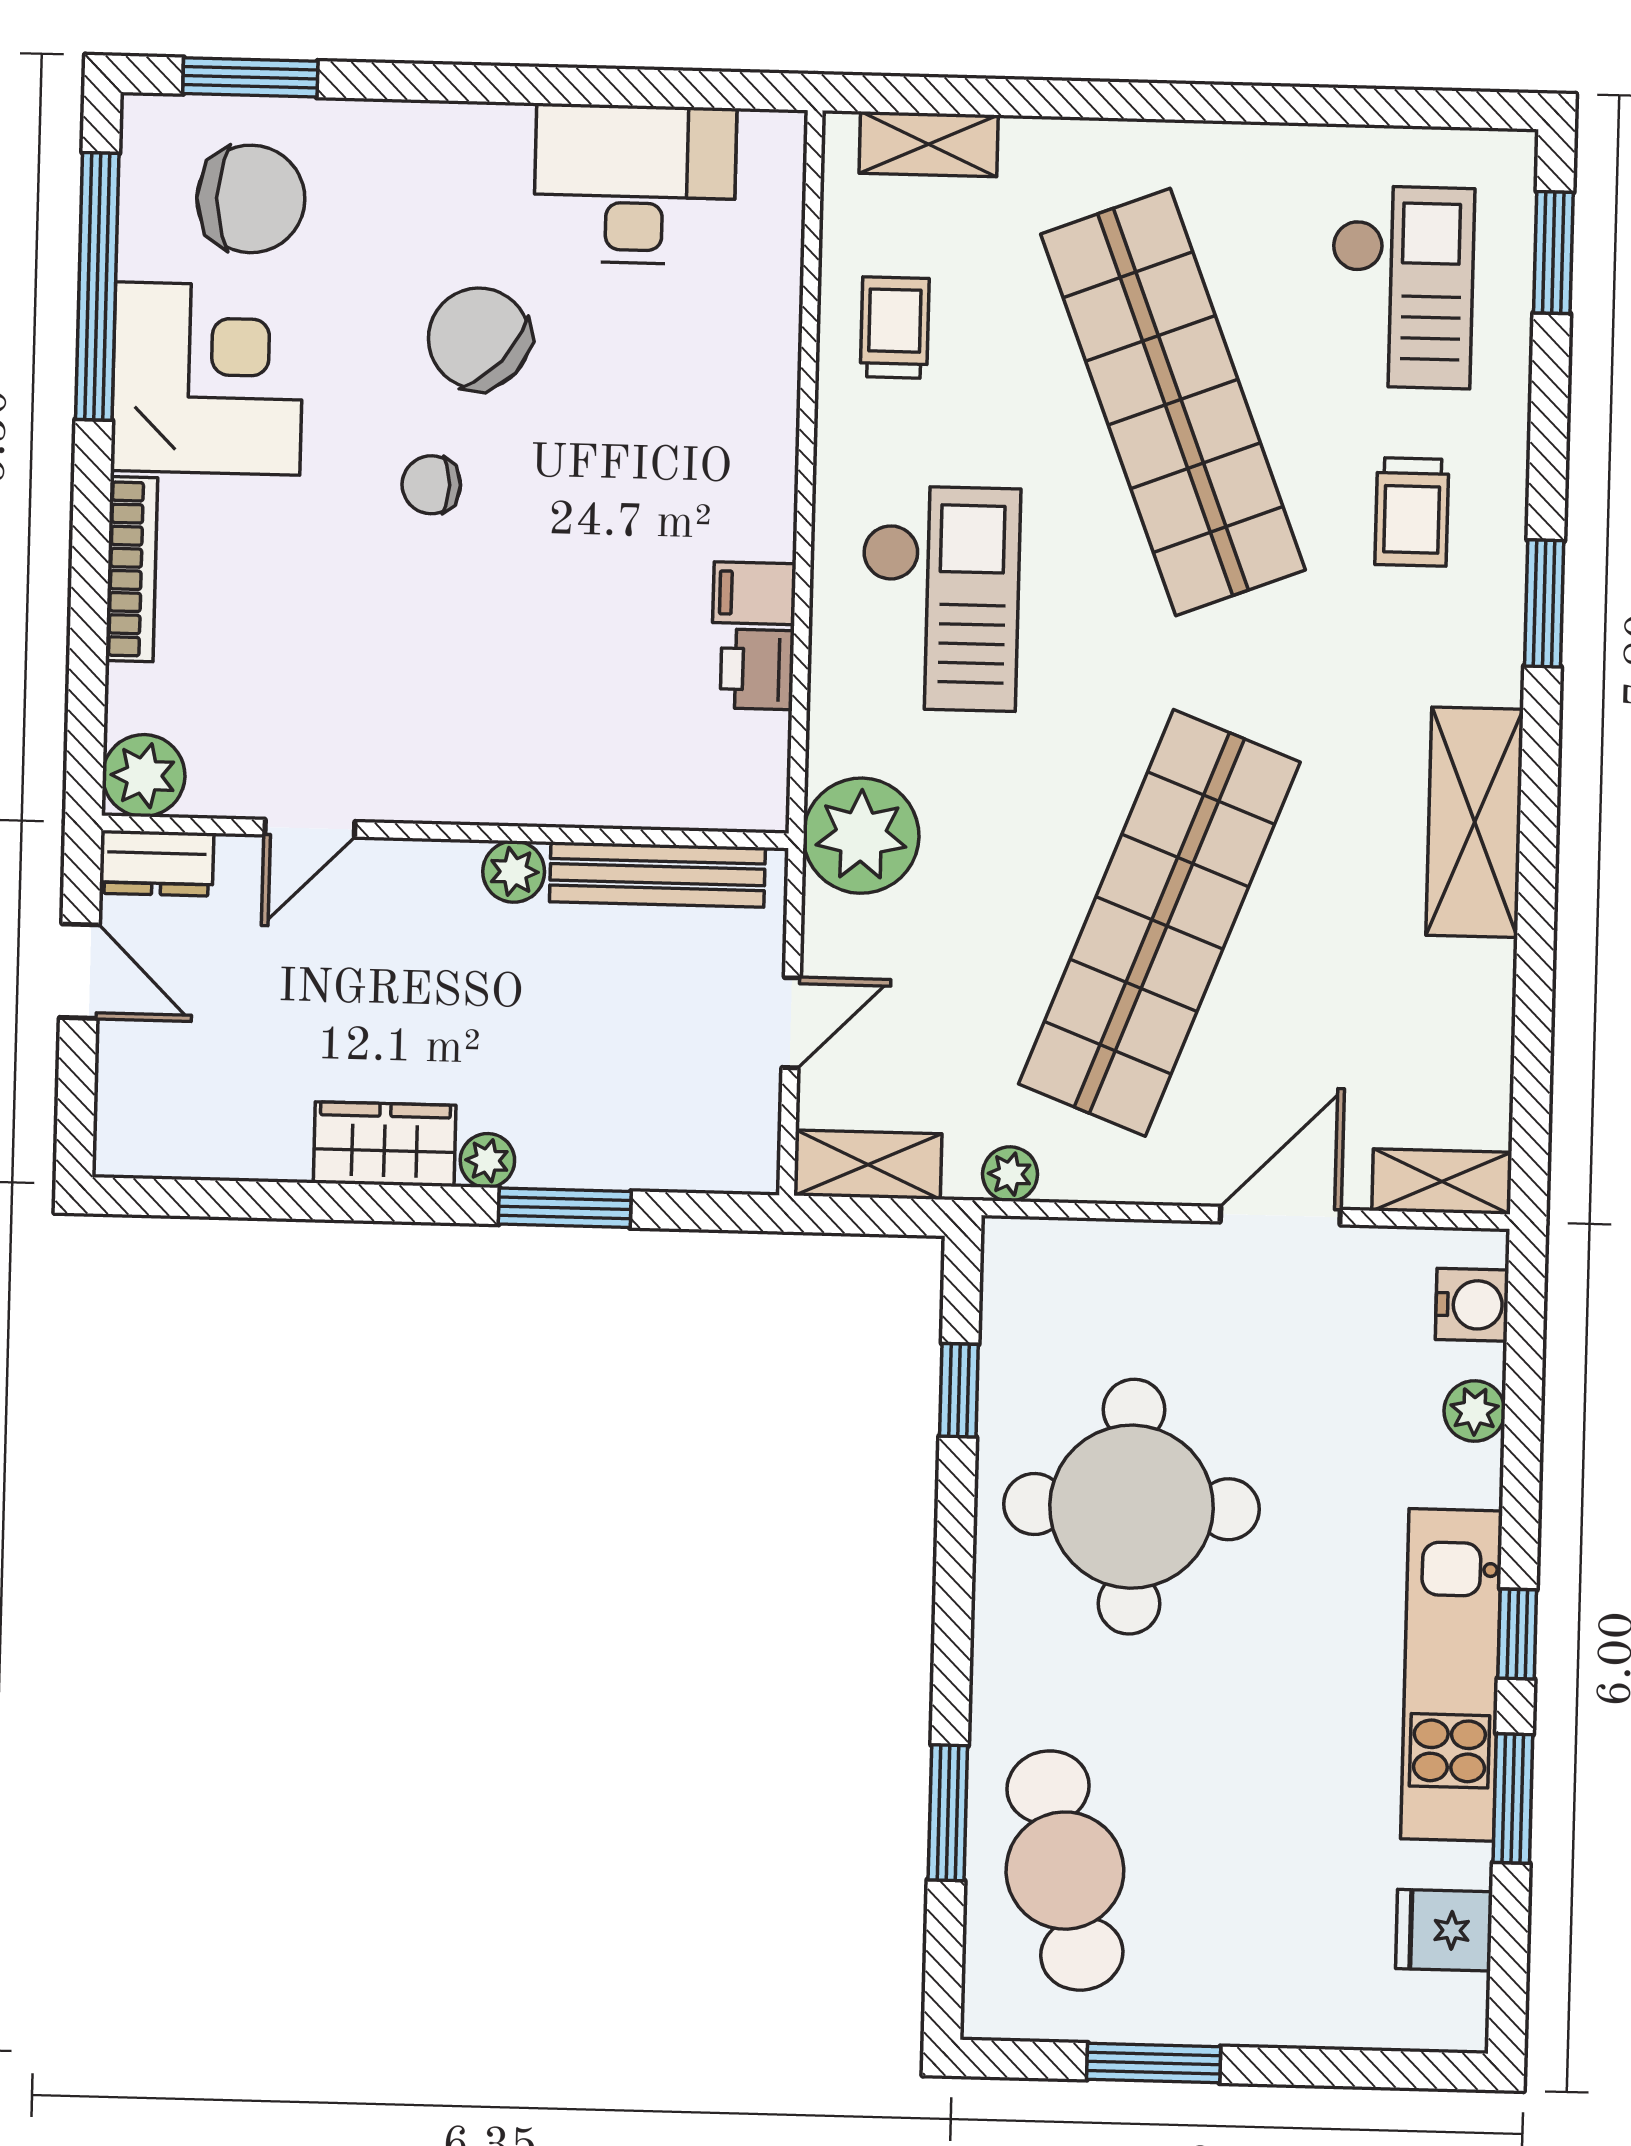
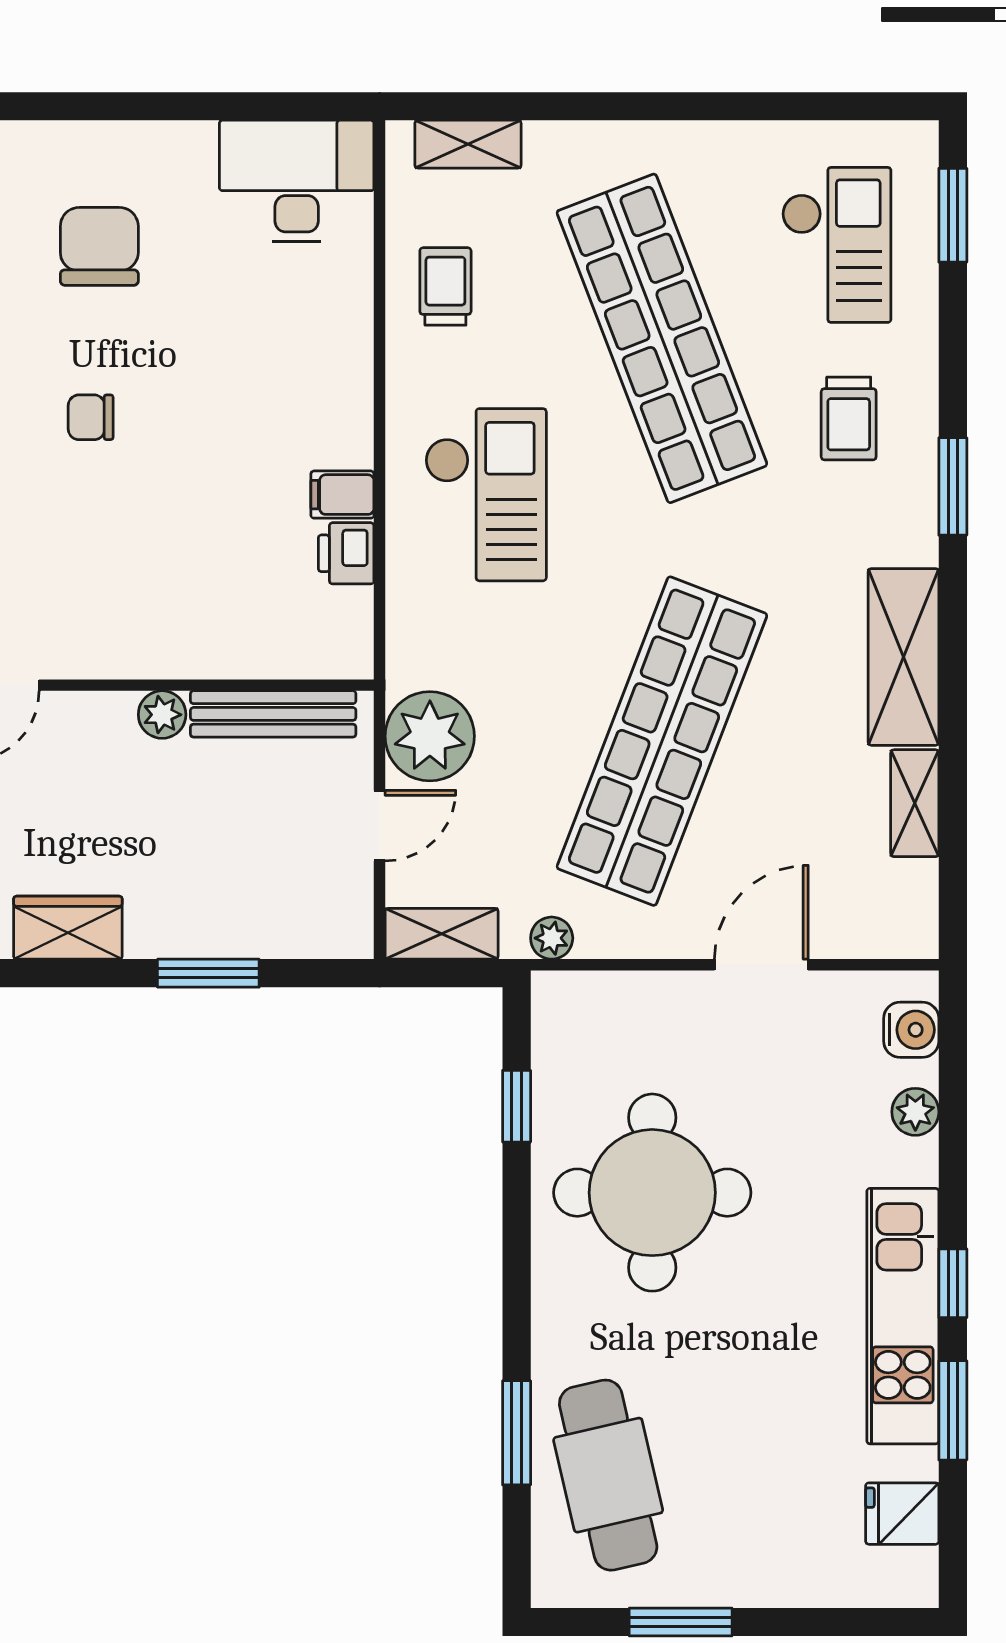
desk: (635, 184) -> (297, 181), moved
chair: (479, 338) -> (99, 246), moved, turned 48
plant: (861, 836) -> (430, 736), moved
plant: (487, 1161) -> (148, 938), removed
shelving: (1442, 1182) -> (915, 803), moved, turned 90

